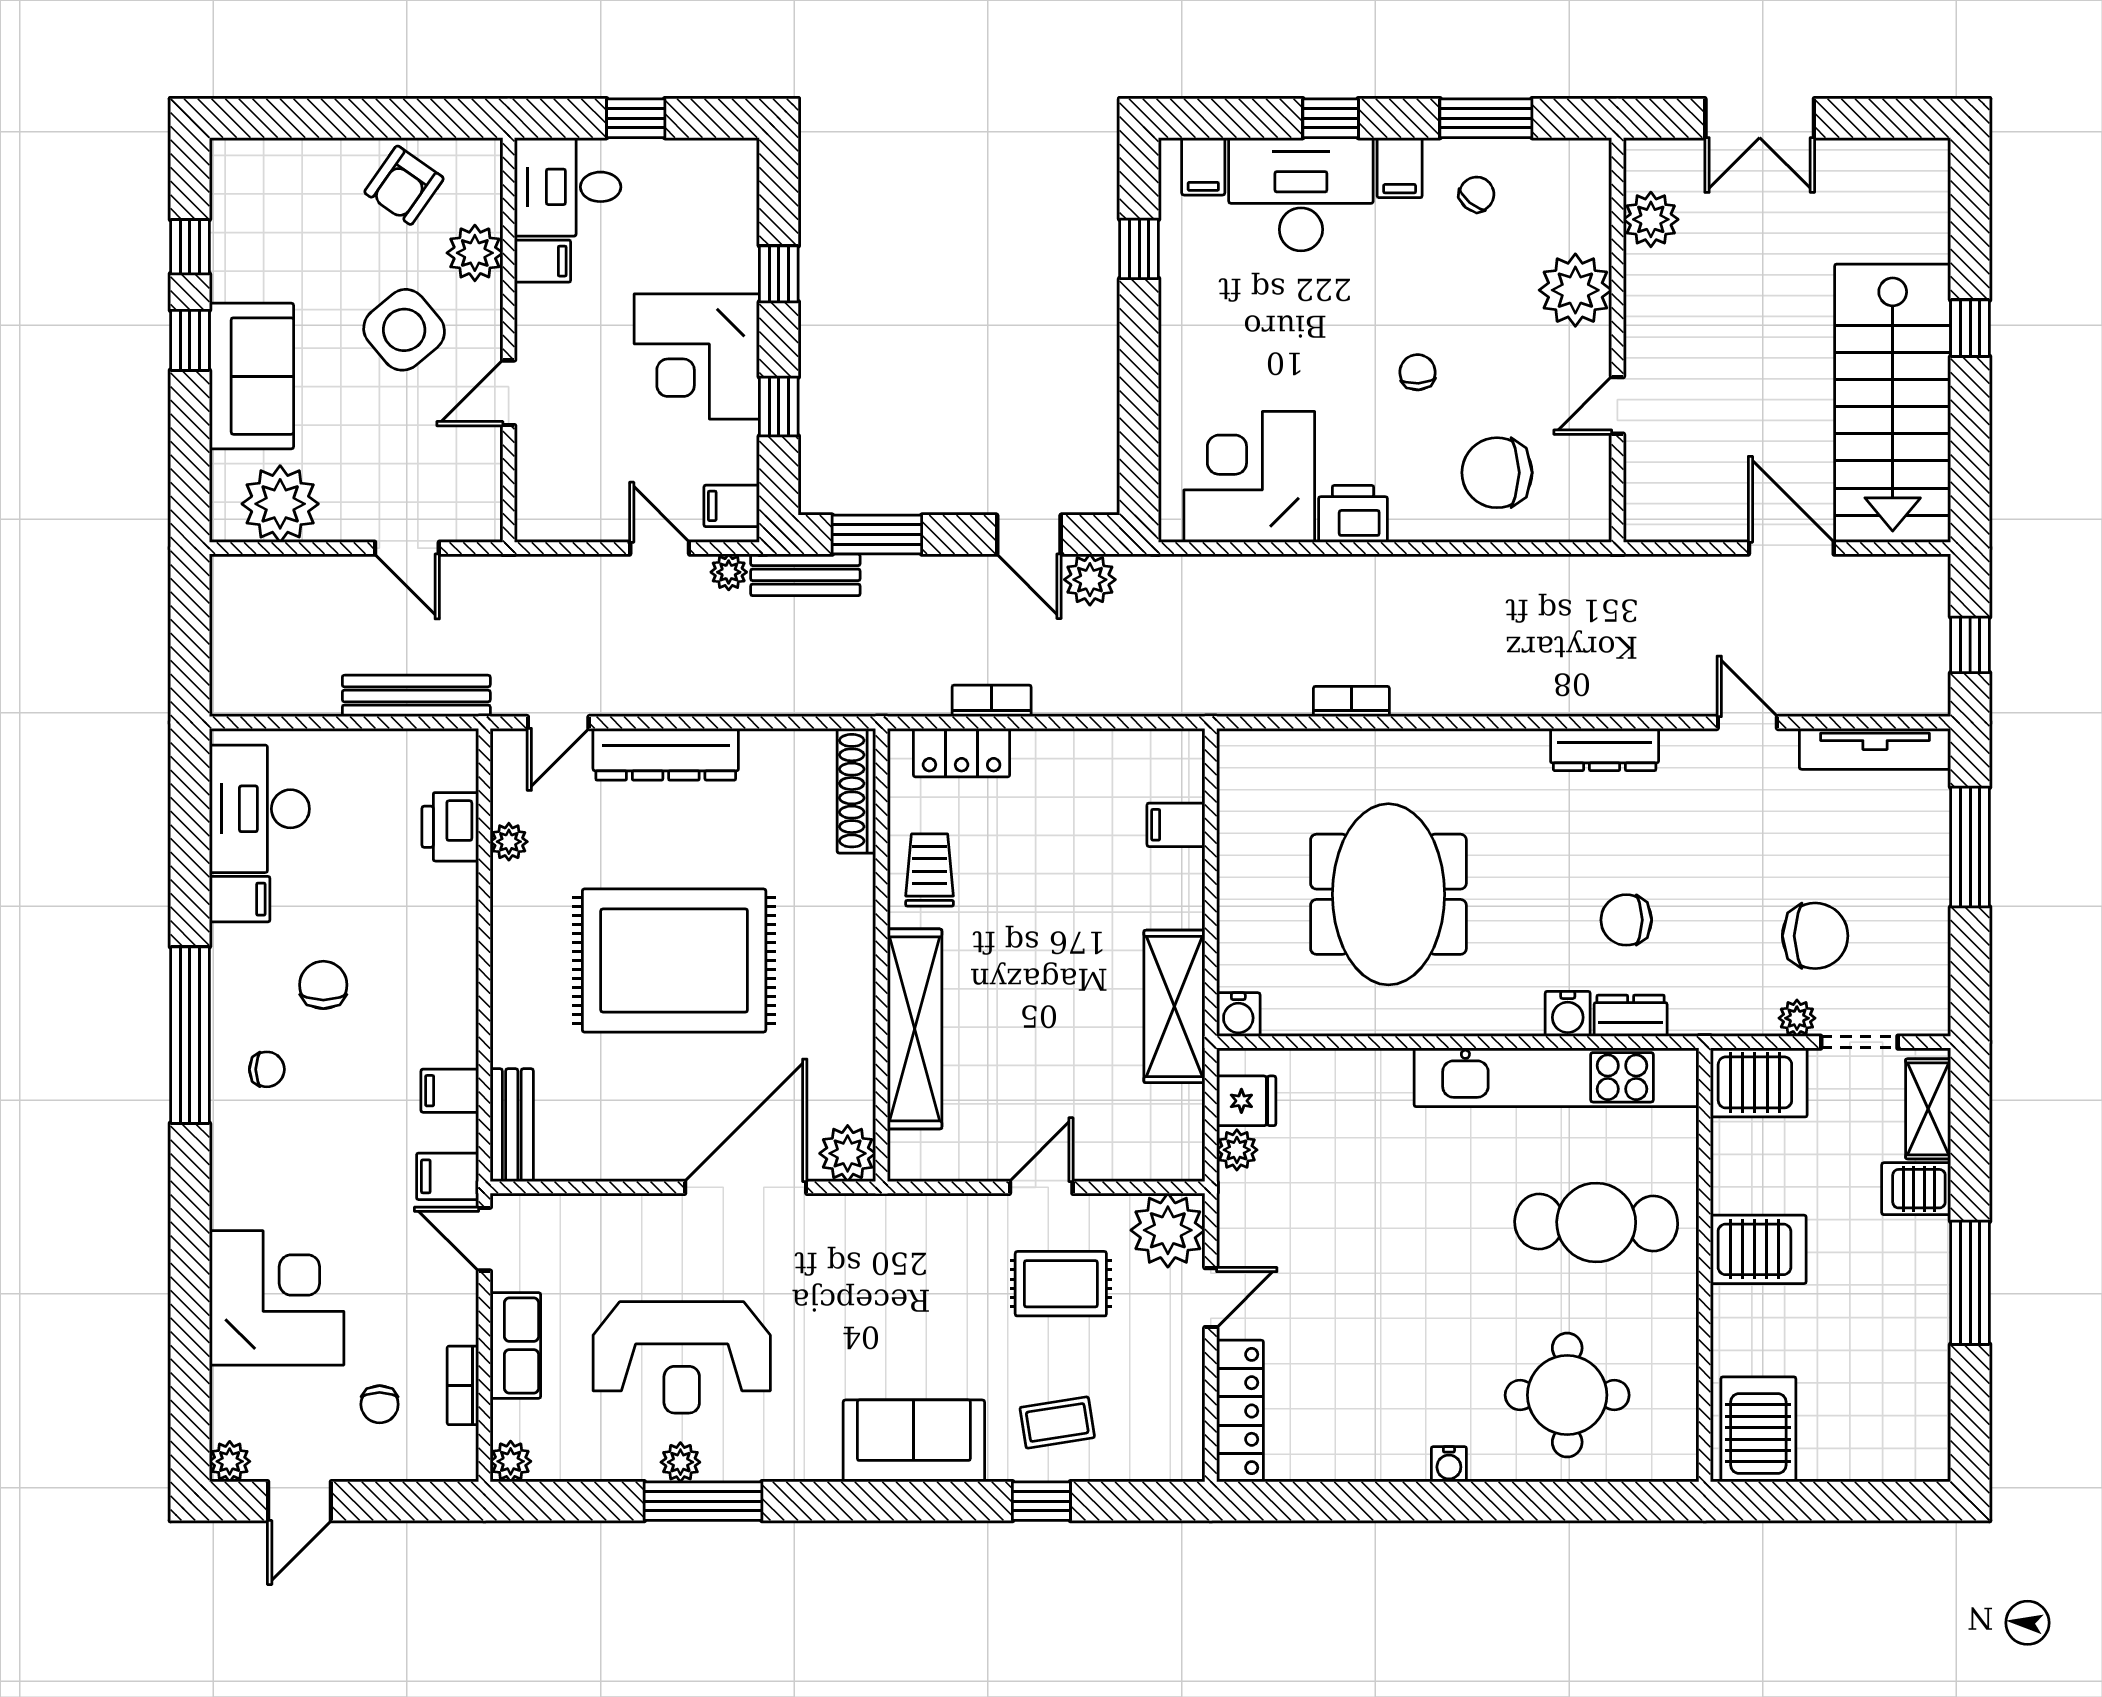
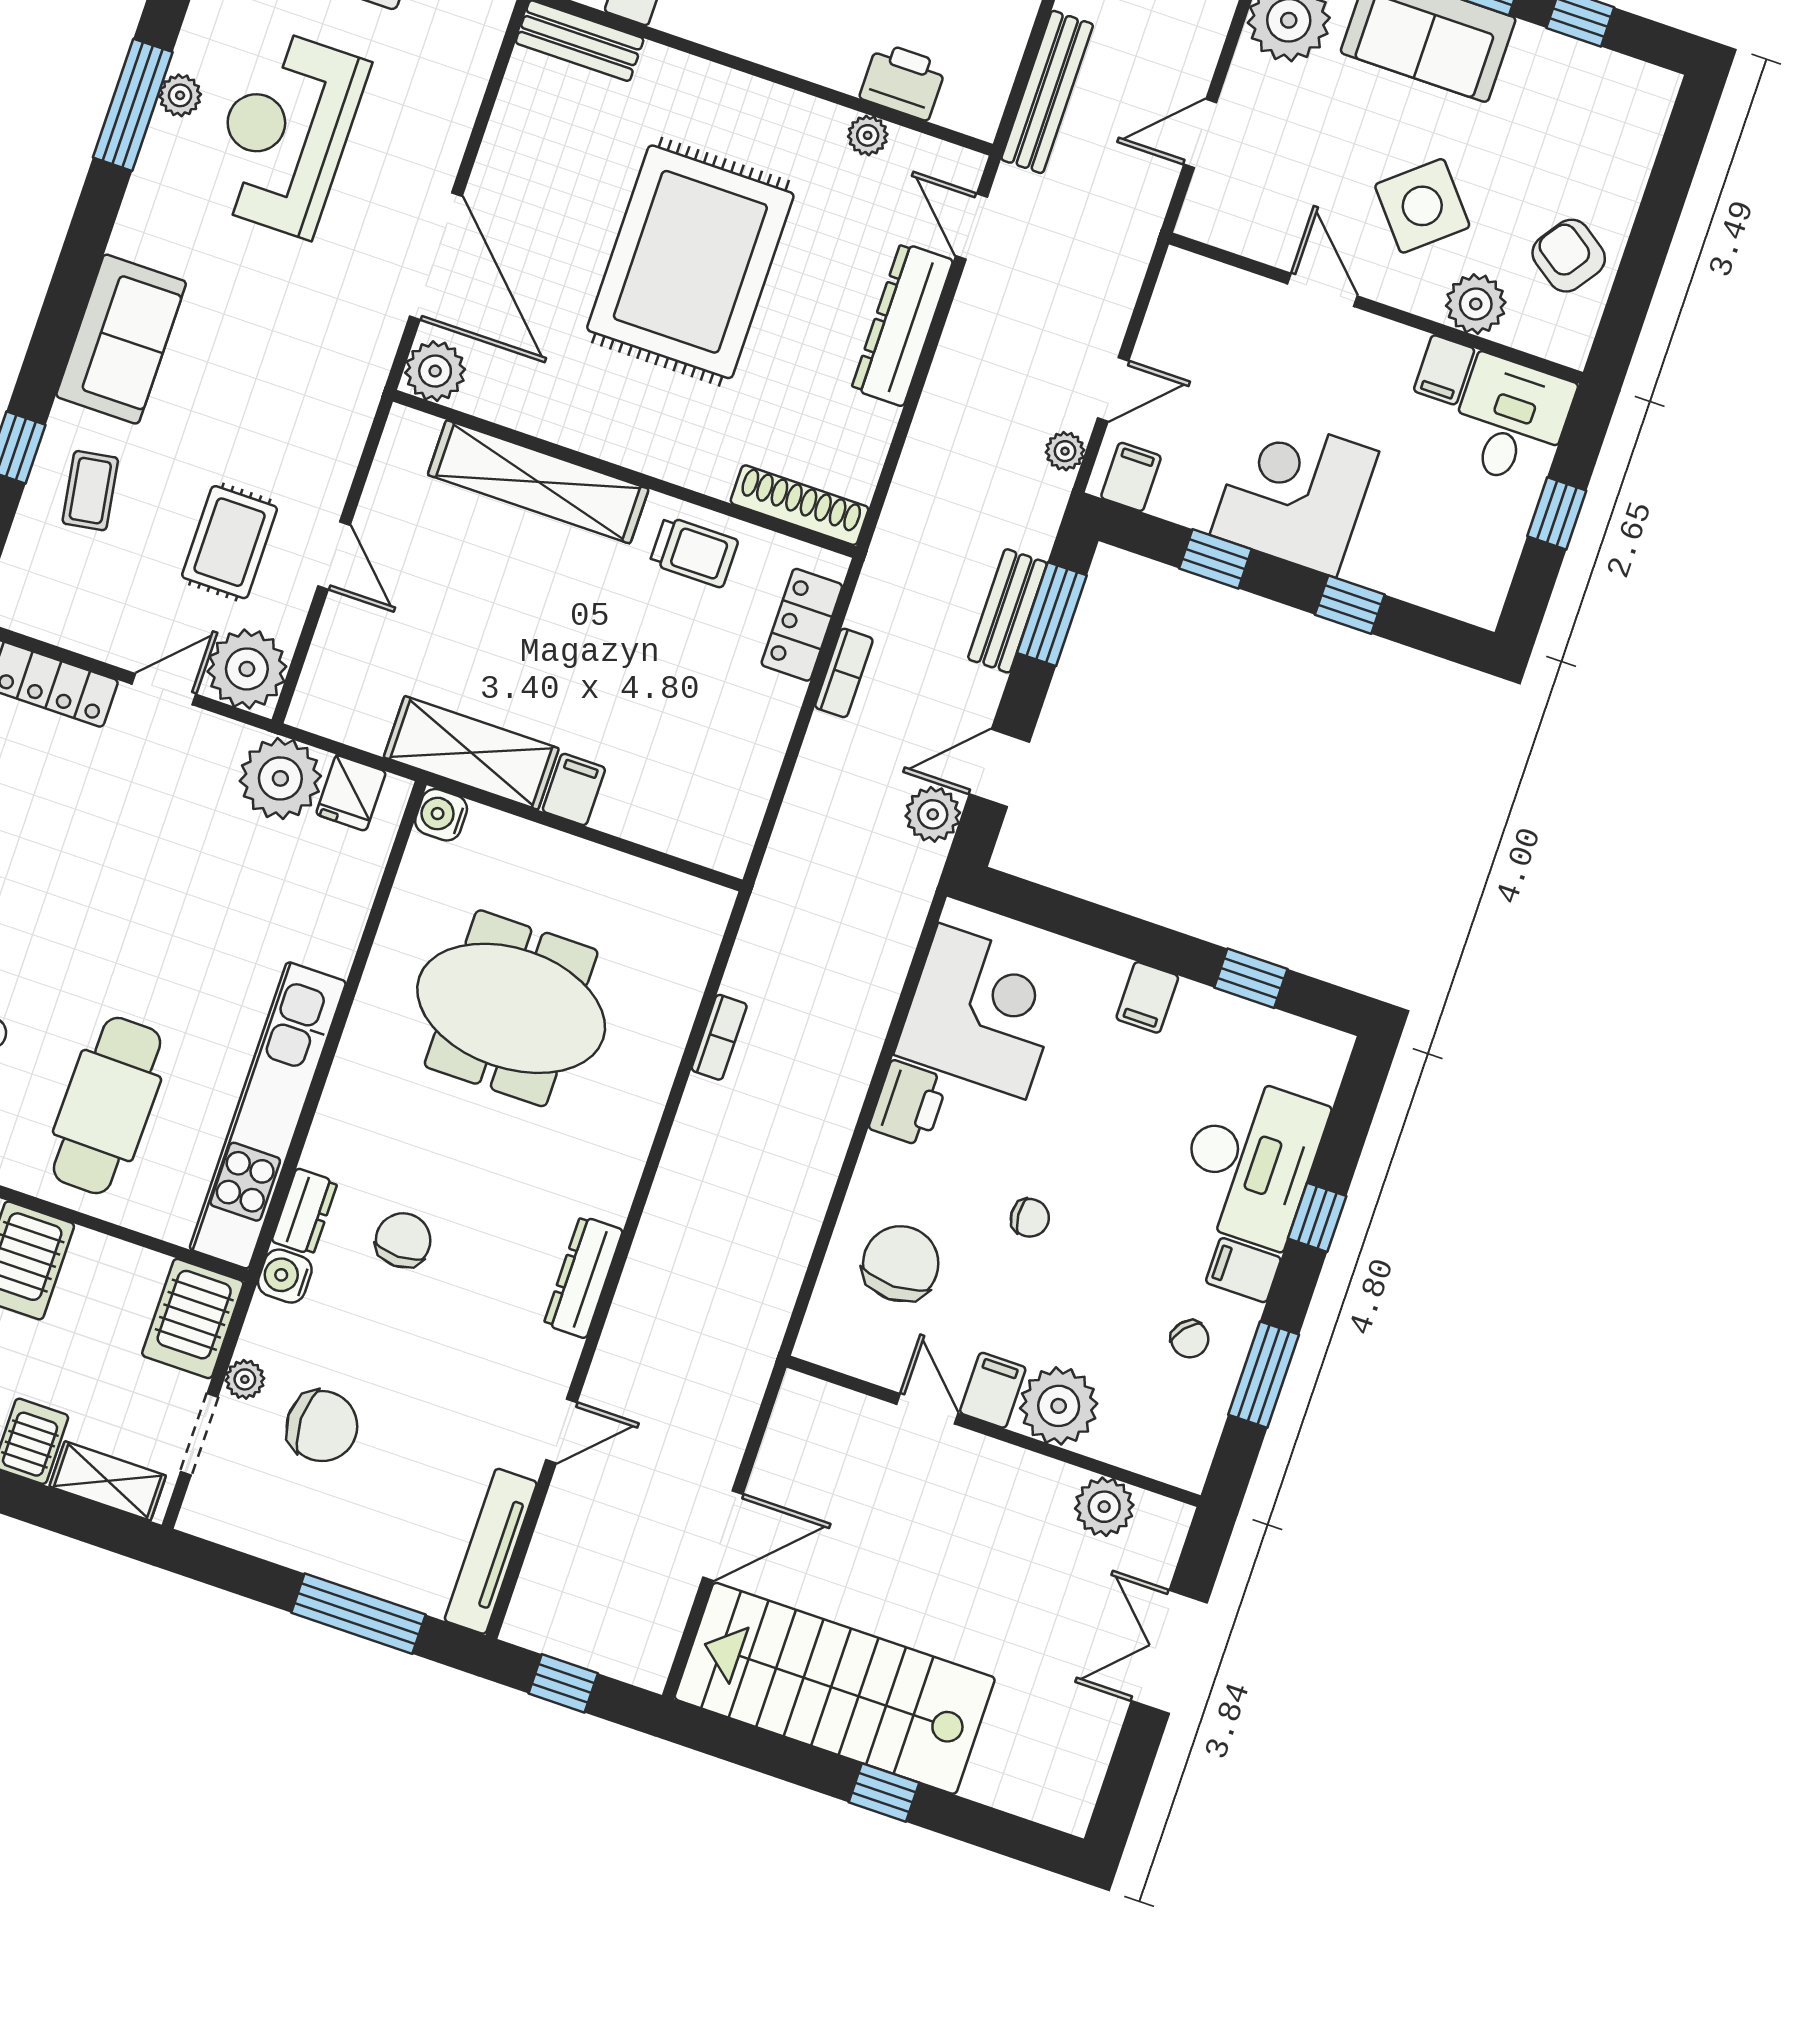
filing cabinet: (1203, 166) -> (1147, 997), moved, turned -90
filing cabinet: (1581, 353) -> (993, 1390), added
bench: (805, 575) -> (1007, 611), moved
filing cabinet: (1176, 825) -> (574, 789), moved
chair: (1815, 936) -> (322, 1426), turned -90
water cooler: (1568, 1014) -> (285, 1276), moved
plant: (1237, 1150) -> (280, 778), width x1.88, depth x1.88
door: (1211, 1298) -> (164, 689), swing flipped

